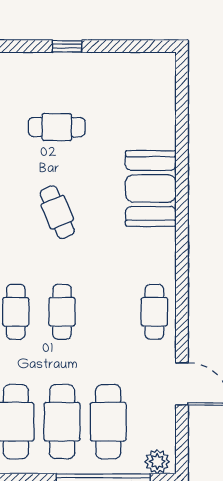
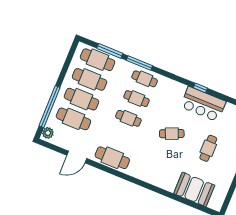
booth: (151, 188) -> (194, 189), moved
cafe table: (154, 312) -> (112, 158), width x1.37, depth x1.35

